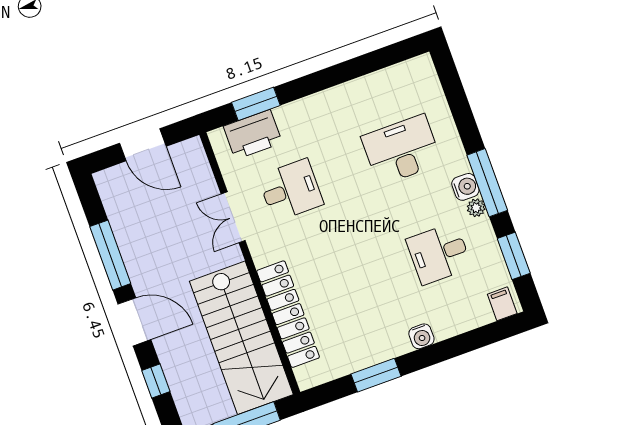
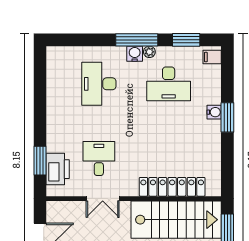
desk: (439, 253) -> (169, 84), width x1.37
window: (376, 375) -> (227, 117), moved

